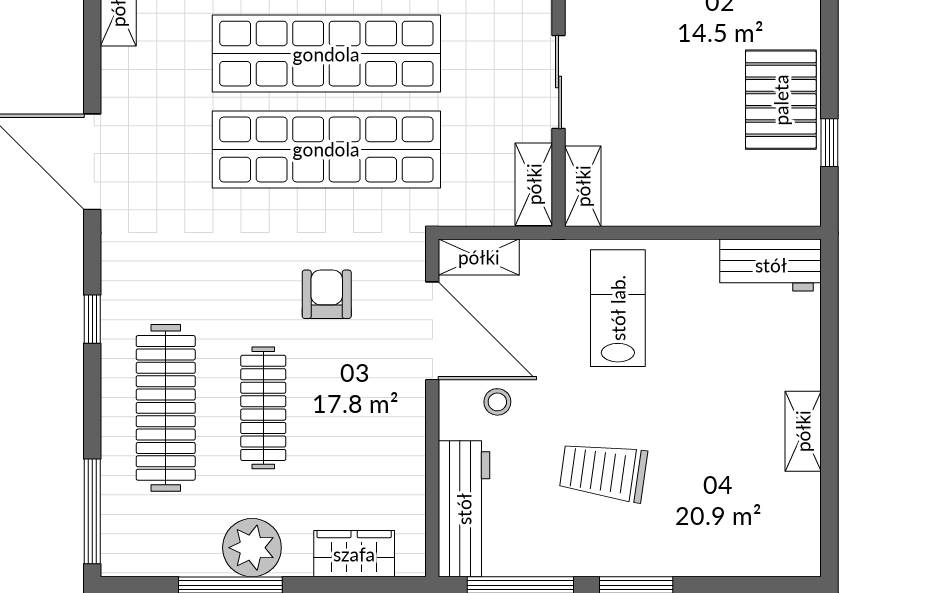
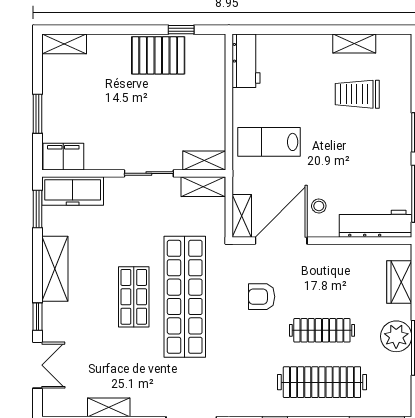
shop shelf: (326, 54) -> (134, 297), width x0.50, depth x0.74
shelving: (803, 431) -> (354, 44), moved
trolley: (603, 472) -> (357, 94), moved, turned 82

